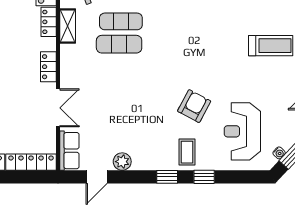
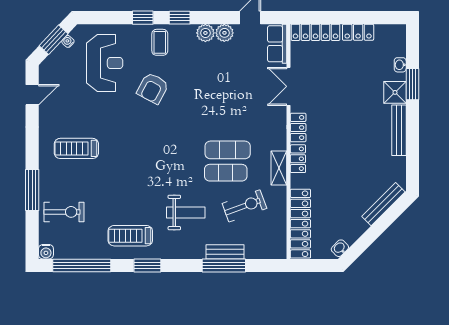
locker: (49, 22) -> (298, 159), moved
plant: (141, 161) -> (205, 33), added

